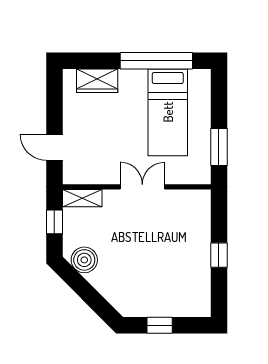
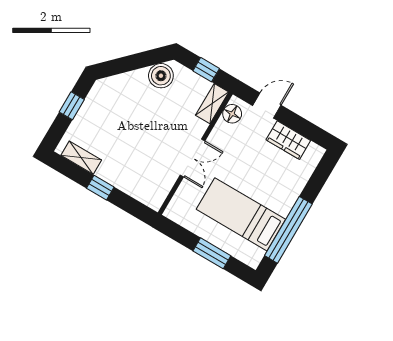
wardrobe: (97, 81) -> (288, 140), moved, turned -90
window: (219, 147) -> (212, 253), moved
floor lamp: (81, 174) -> (232, 114), added
shelving: (202, 289) -> (81, 158), added

